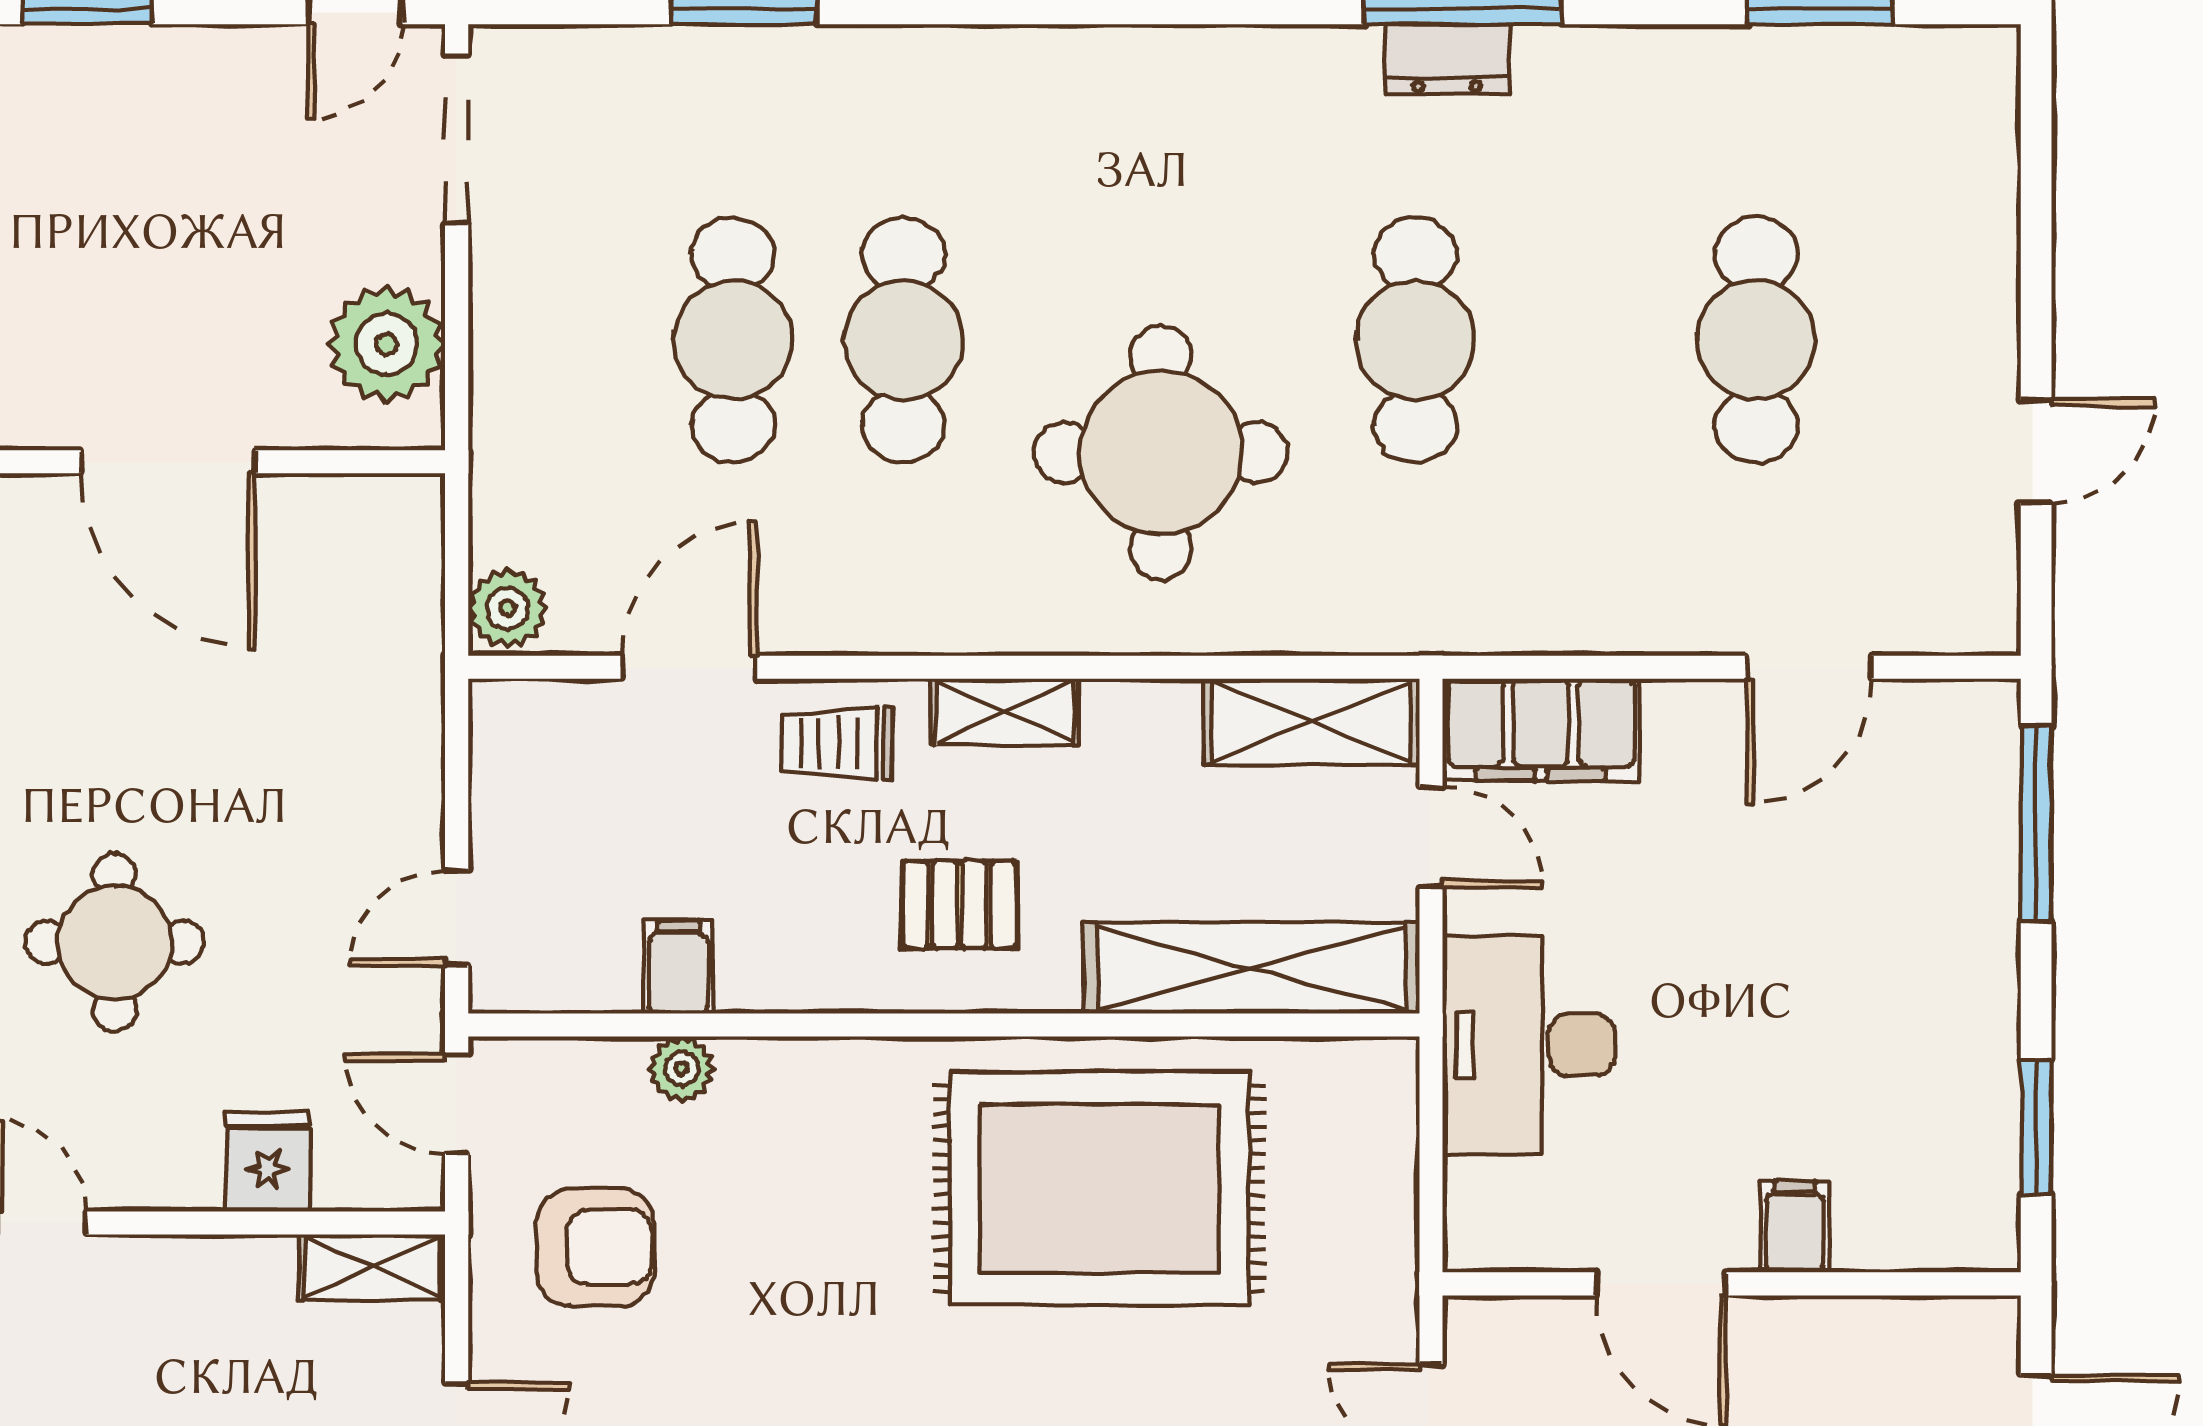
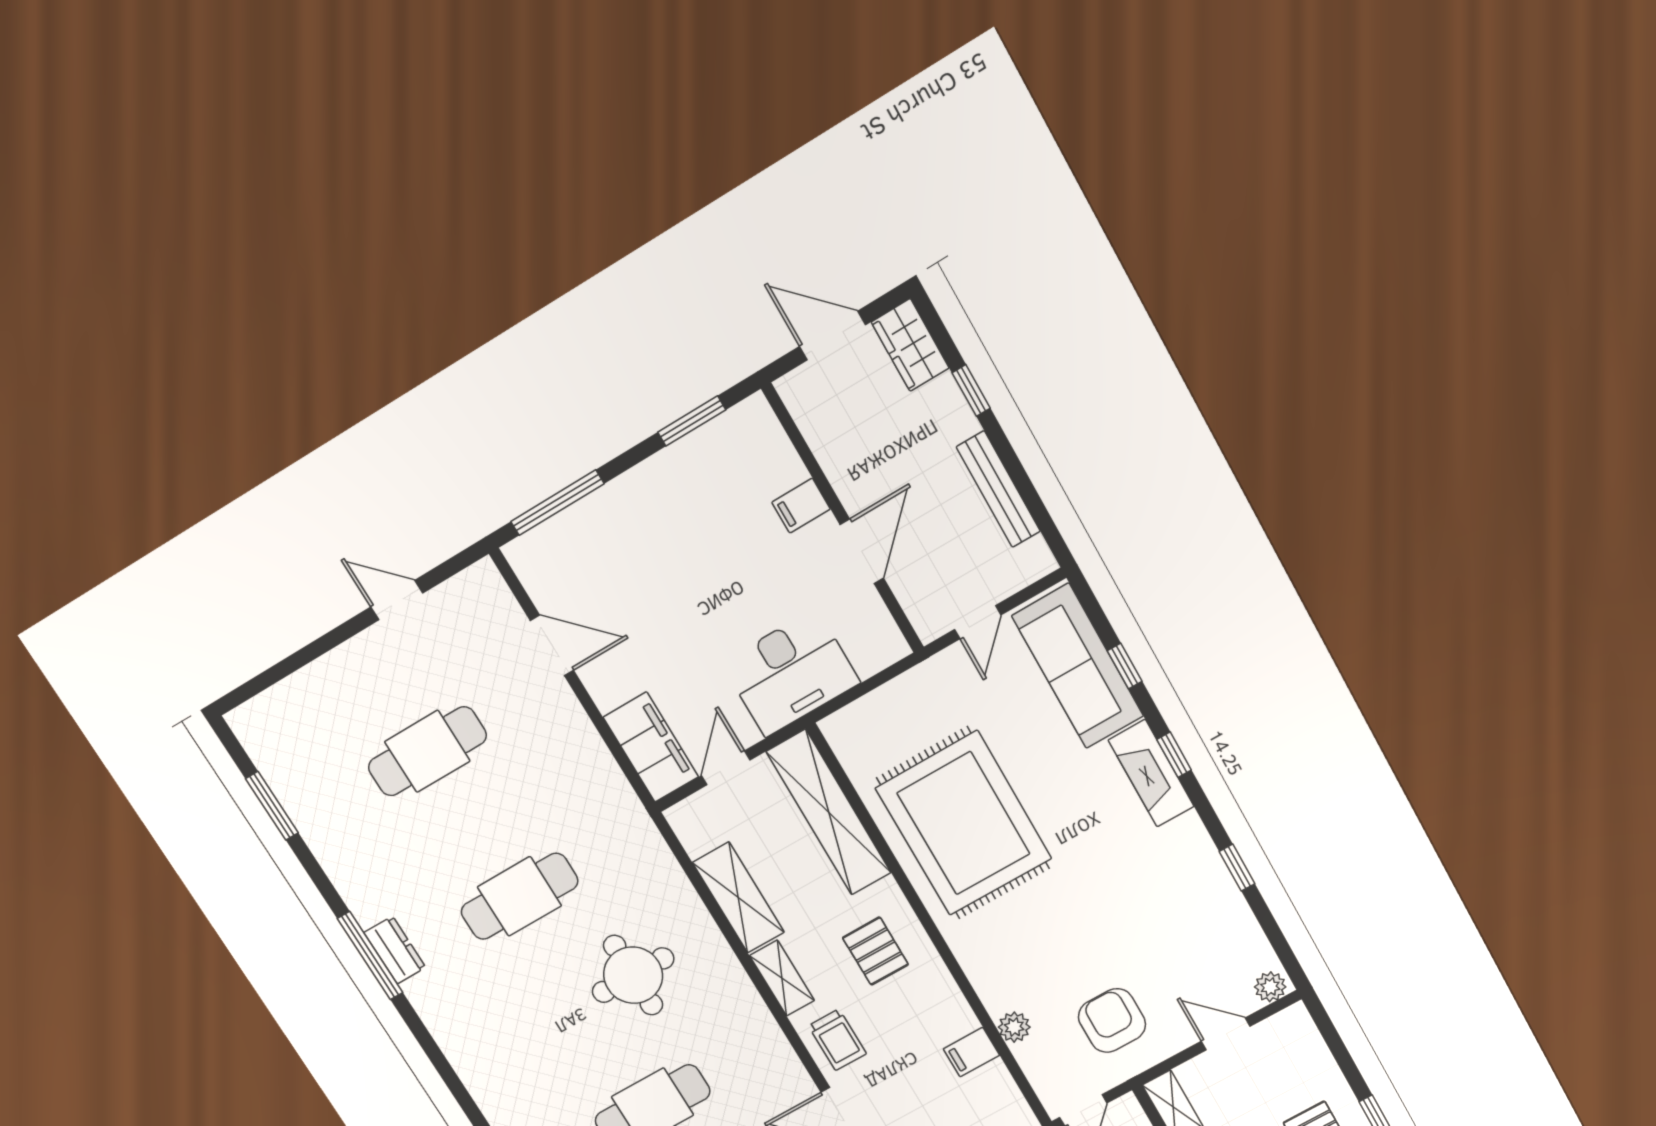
round table: (1161, 452) -> (633, 975), width x0.73, depth x0.73
shelving: (1311, 722) -> (738, 897), moved

